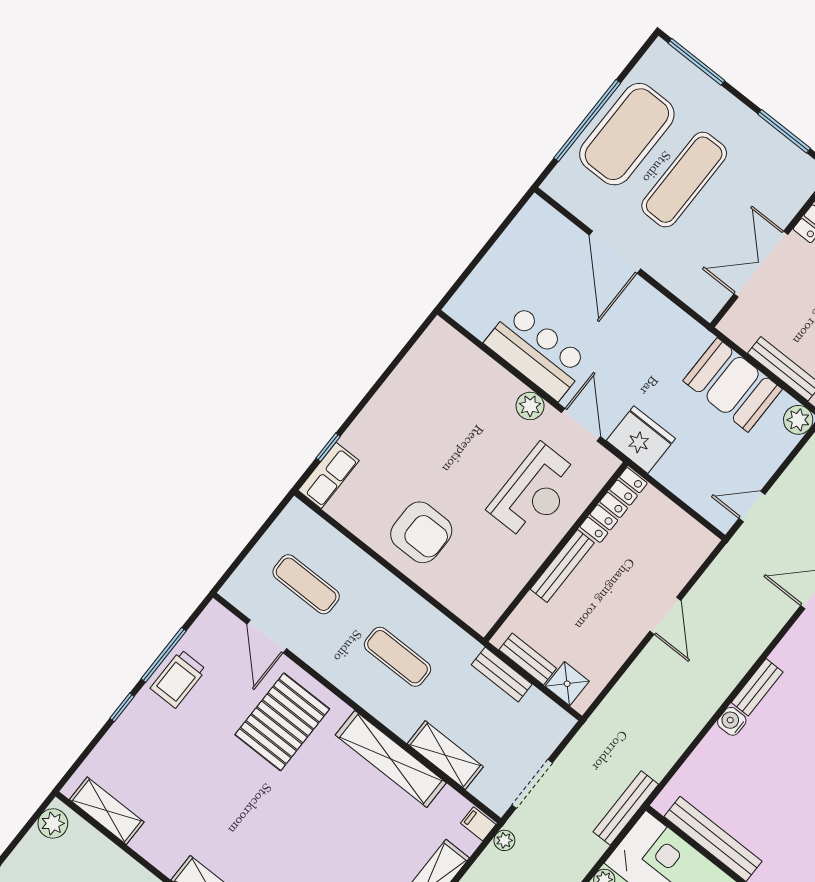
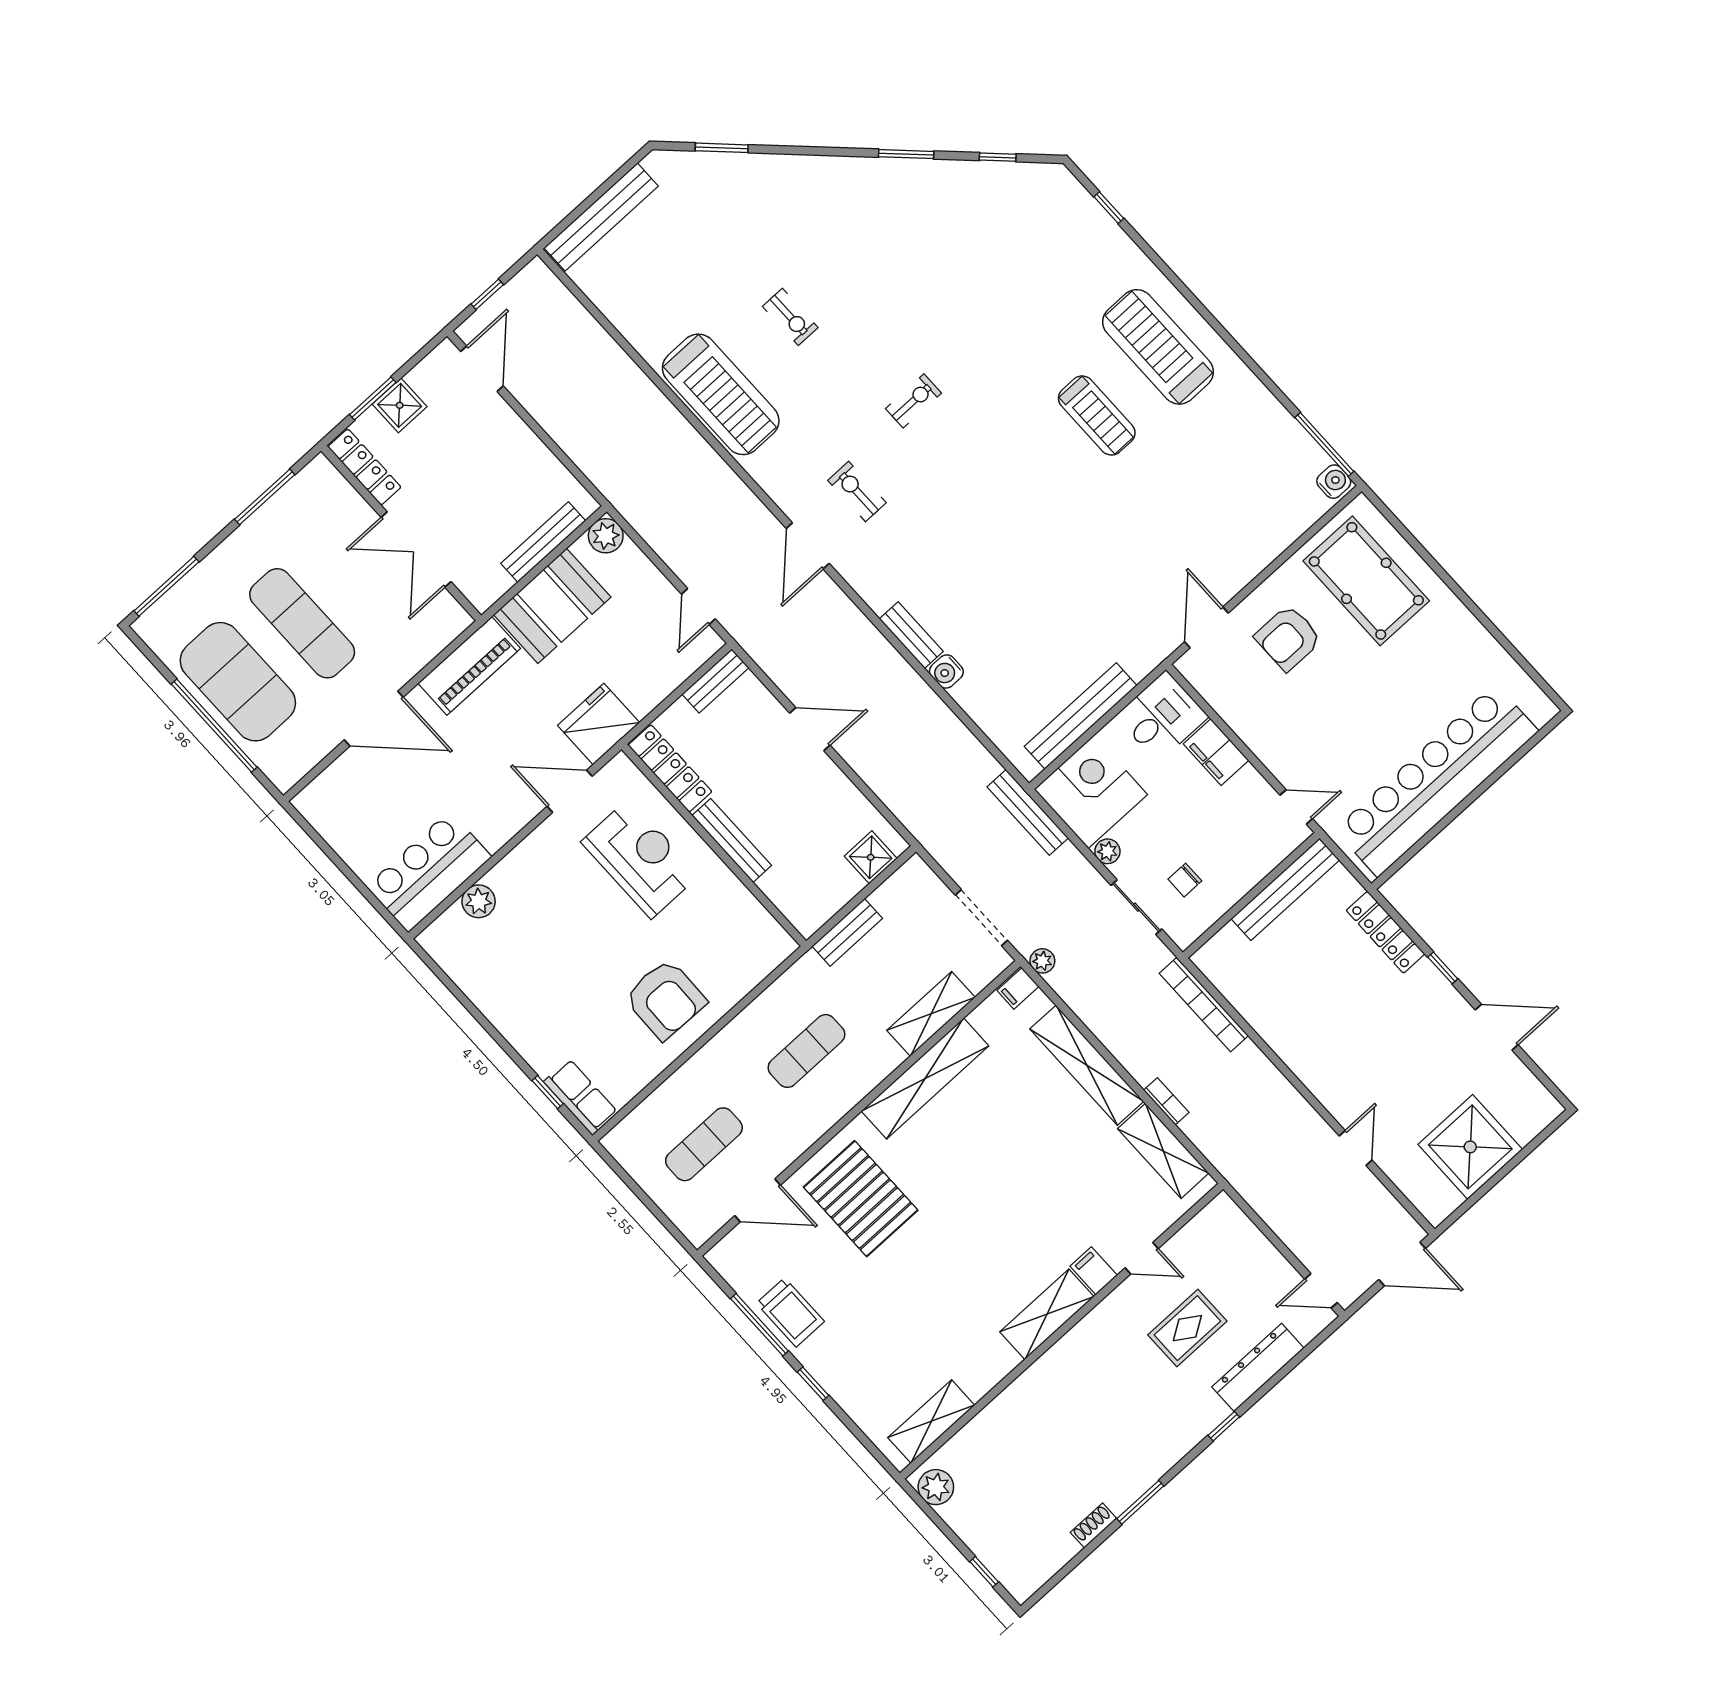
piano: (672, 324) -> (469, 666), added
bar counter: (537, 352) -> (429, 872), moved
plant: (530, 406) -> (479, 901), moved
armchair: (421, 532) -> (665, 999), turned 91
bench: (528, 659) -> (716, 681), moved

